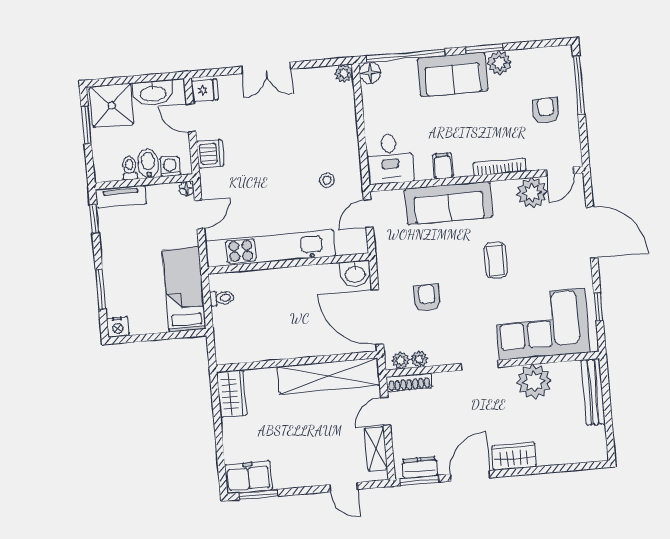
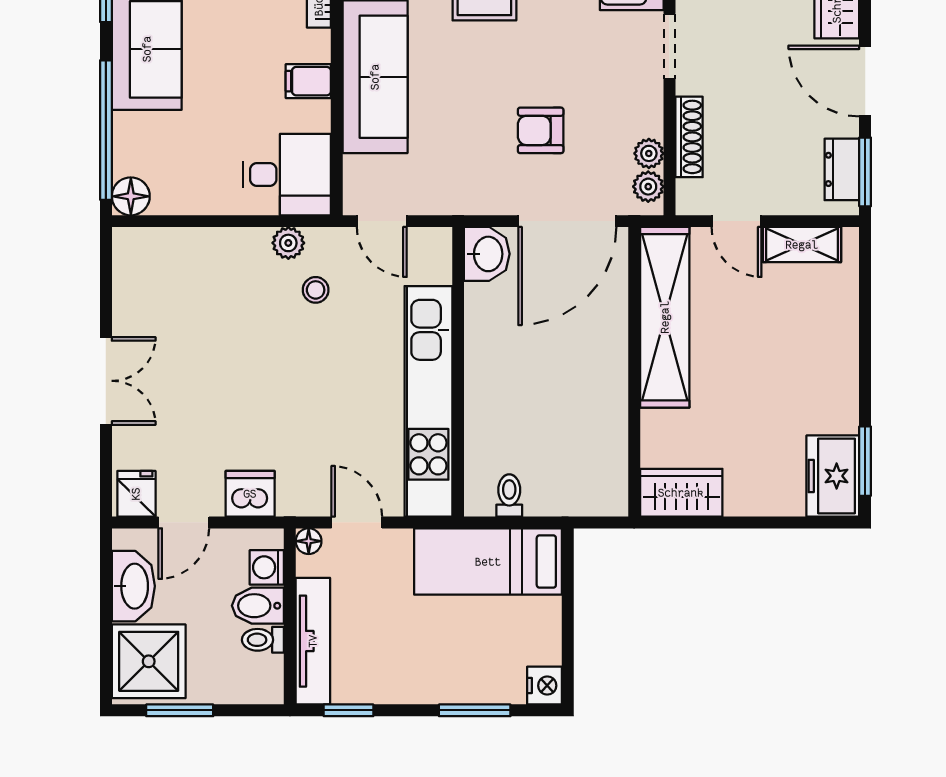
plant: (344, 73) -> (288, 243), moved
tv unit: (121, 197) -> (313, 641), width x1.41
shoe rack: (409, 382) -> (689, 137), moved
door: (344, 487) -> (865, 308), removed

